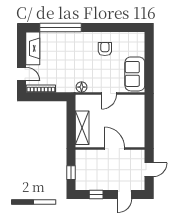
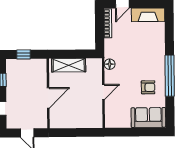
window: (60, 27) -> (170, 76), moved
sofa: (135, 74) -> (148, 117), moved
door: (109, 93) -> (103, 92), swing flipped

